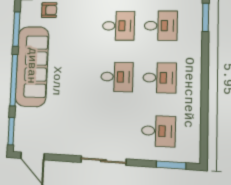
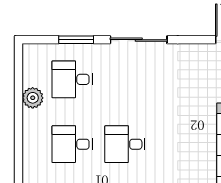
plant: (192, 117) -> (33, 98), added
window: (171, 165) -> (76, 40), moved

